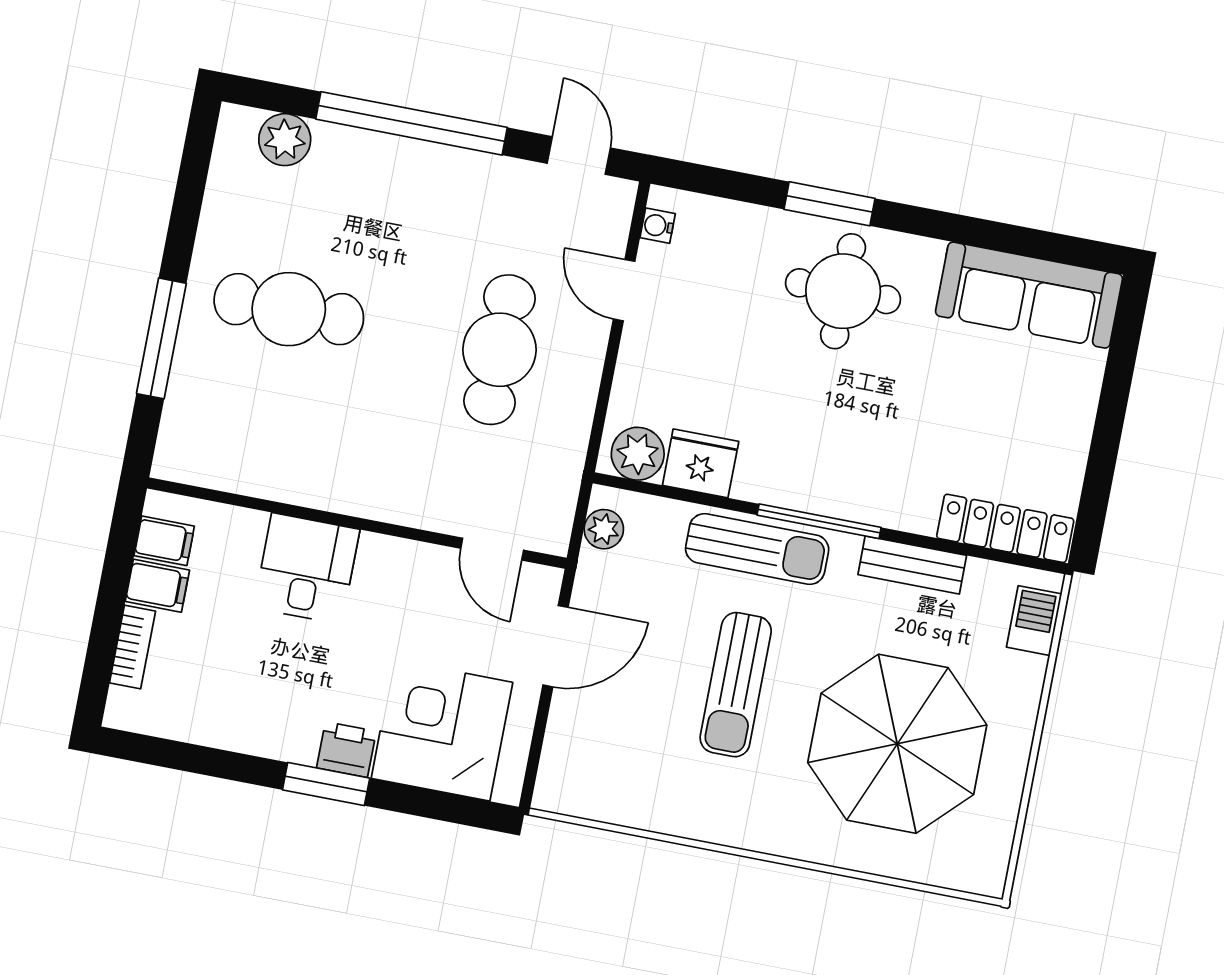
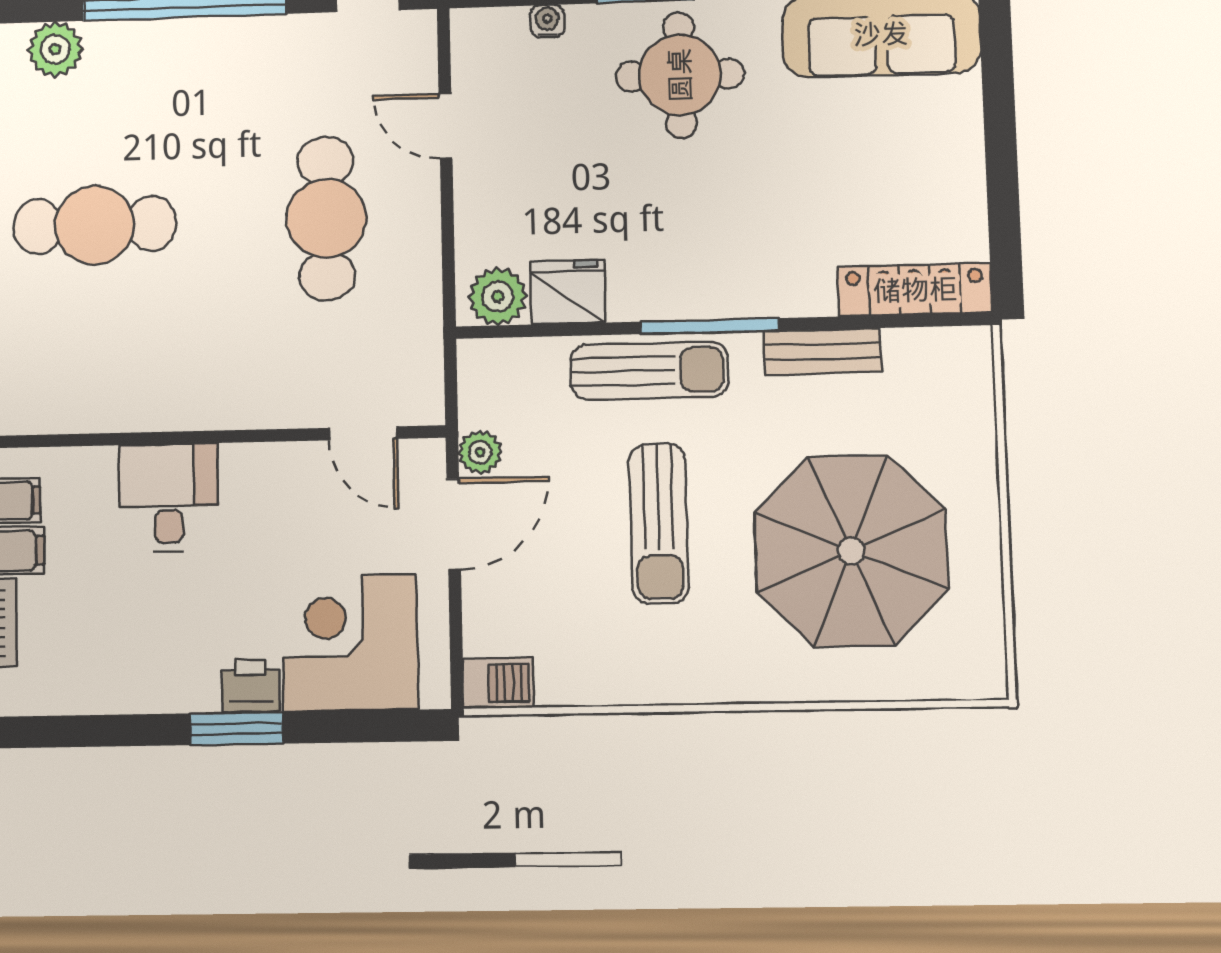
water cooler: (658, 226) -> (547, 21), moved, turned 90
plant: (604, 529) -> (480, 452), moved
barbecue: (1034, 621) -> (498, 683), moved, turned 90

